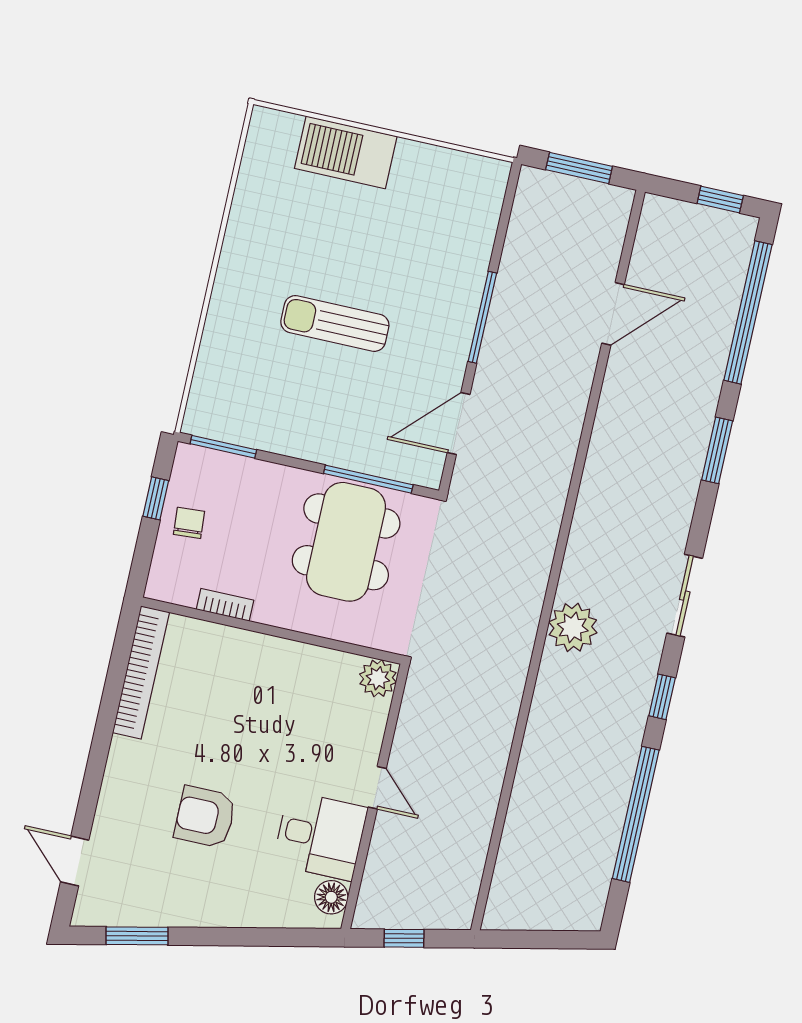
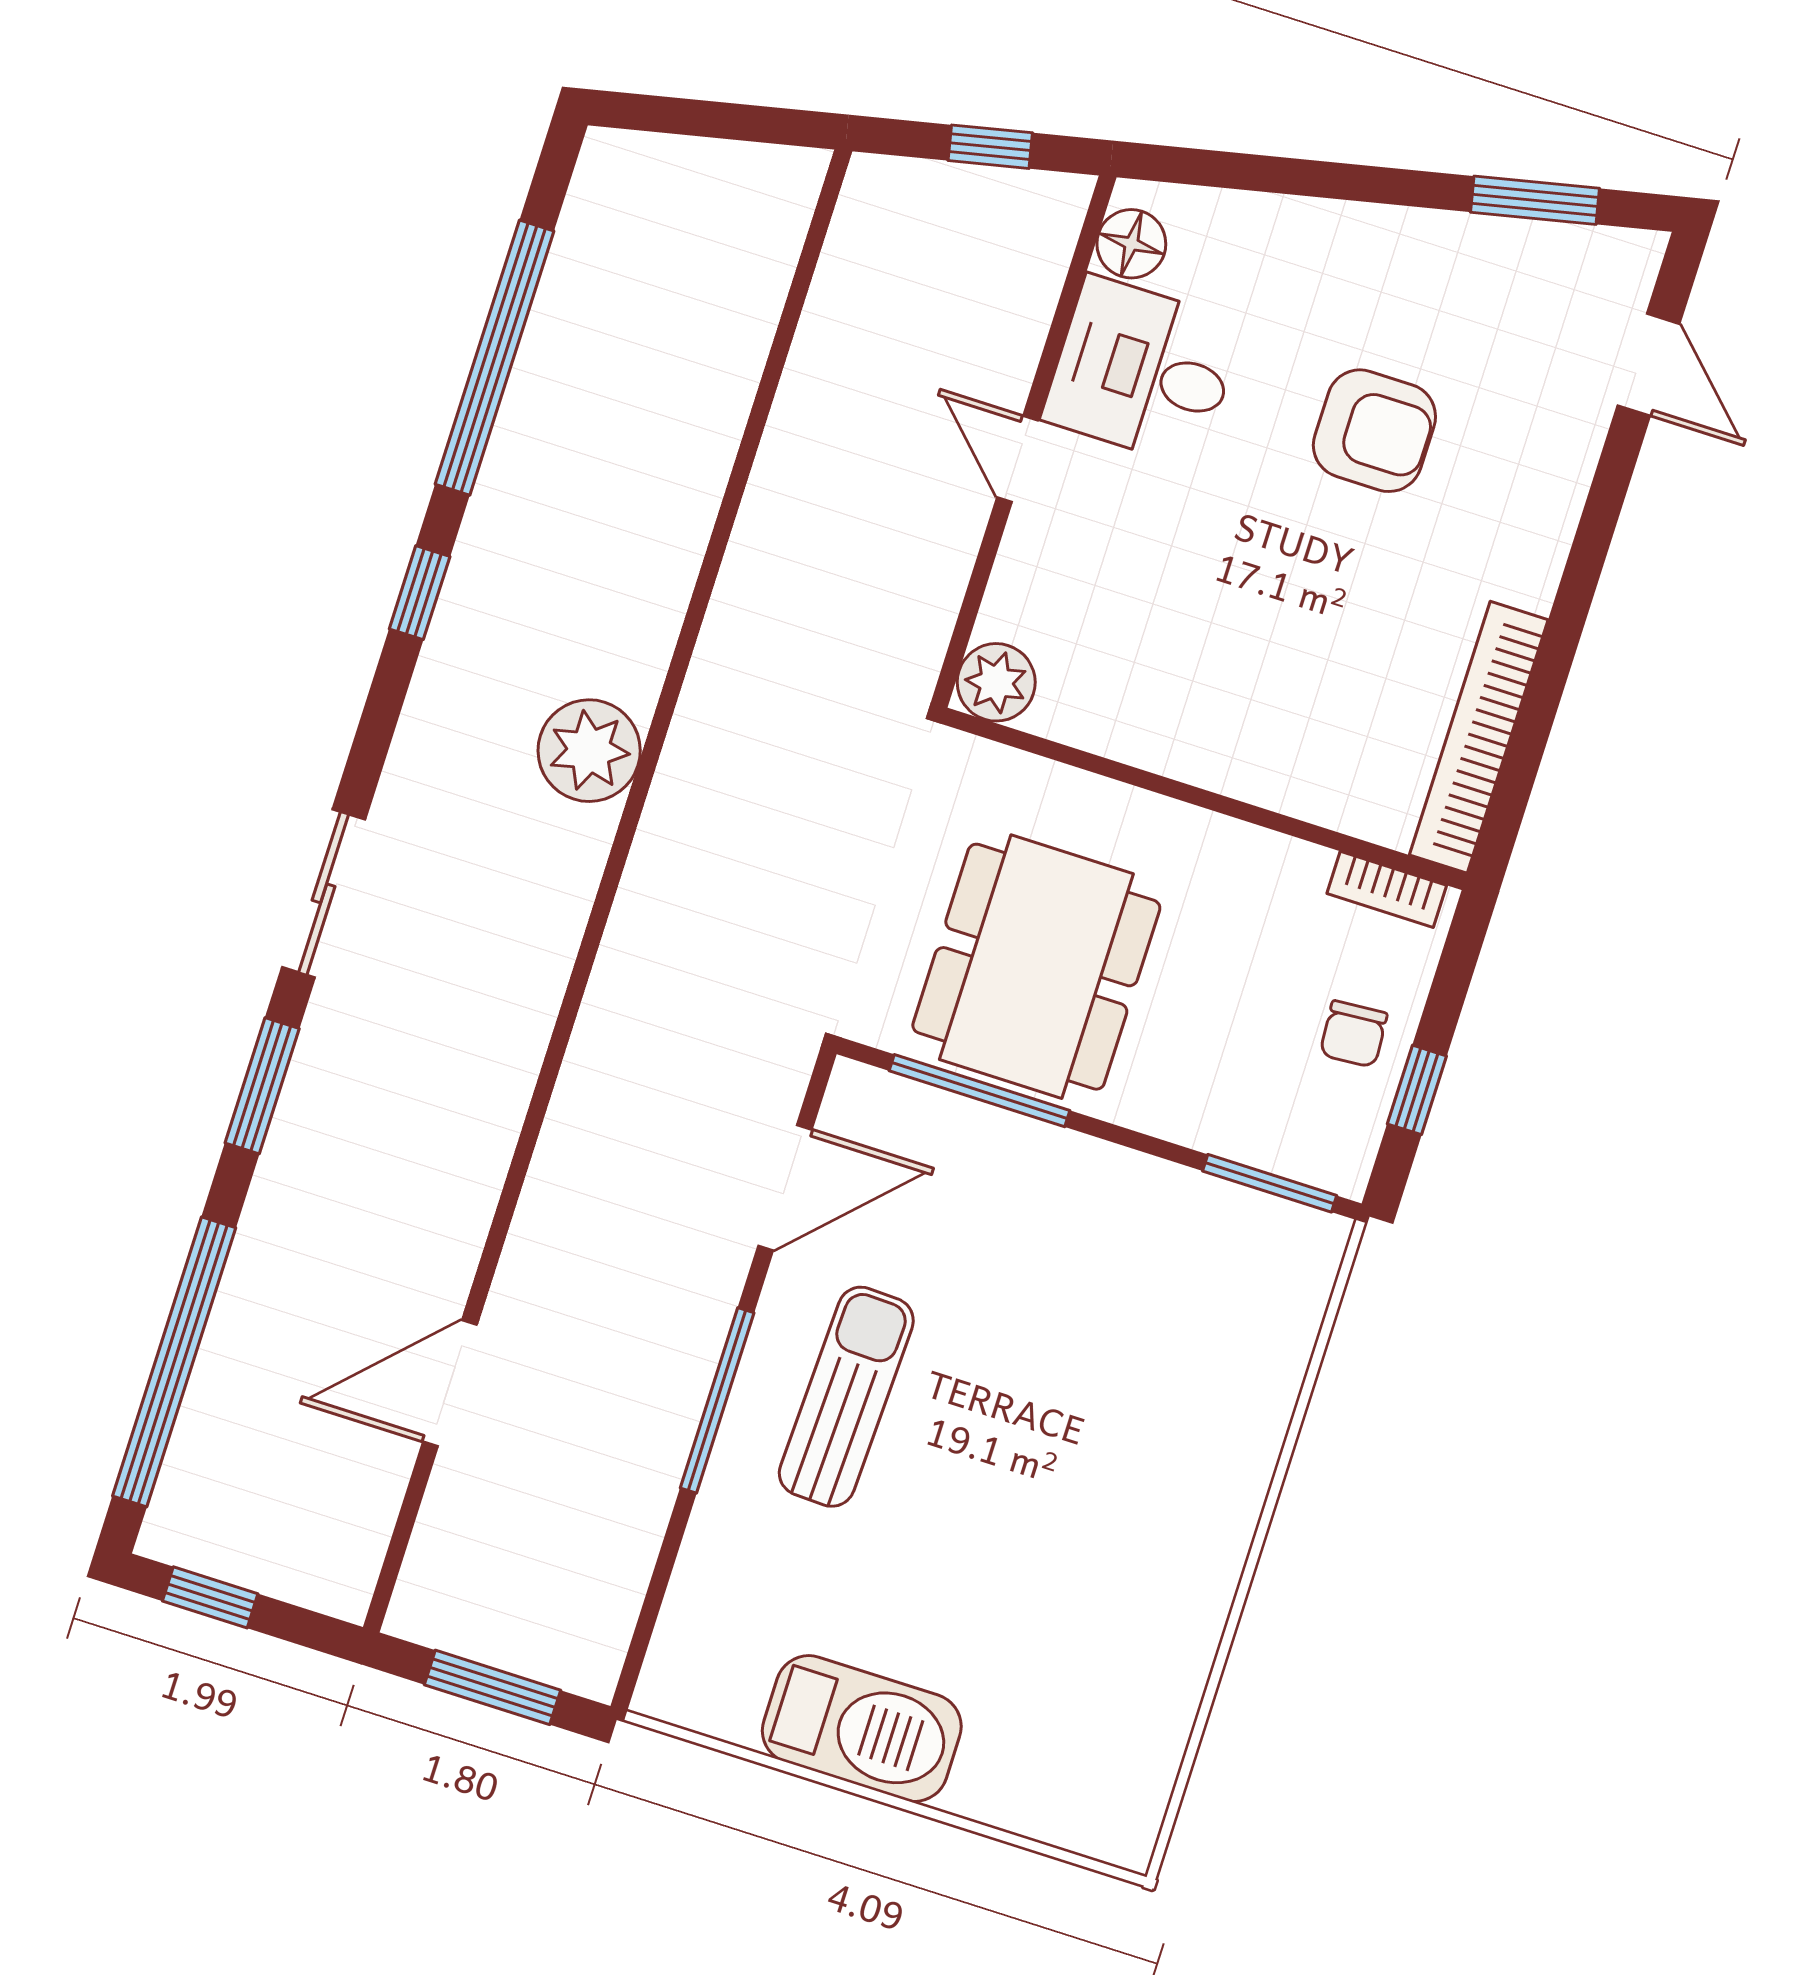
barbecue: (346, 152) -> (862, 1729), moved
sun lounger: (335, 323) -> (846, 1397), moved, turned -88
sliding door: (685, 596) -> (324, 893), moved
bookcase: (225, 605) -> (1387, 889), moved

